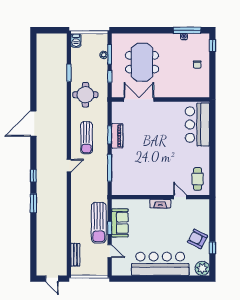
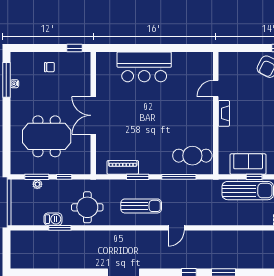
barbecue: (76, 40) -> (53, 219), moved
window: (212, 46) -> (75, 48), moved
double door: (139, 99) -> (93, 115), moved
bar counter: (197, 125) -> (144, 67), moved
piano: (117, 136) -> (123, 167), moved
door: (69, 166) -> (176, 228), swing flipped
cafe table: (198, 179) -> (192, 156), moved, width x1.37, depth x1.35

